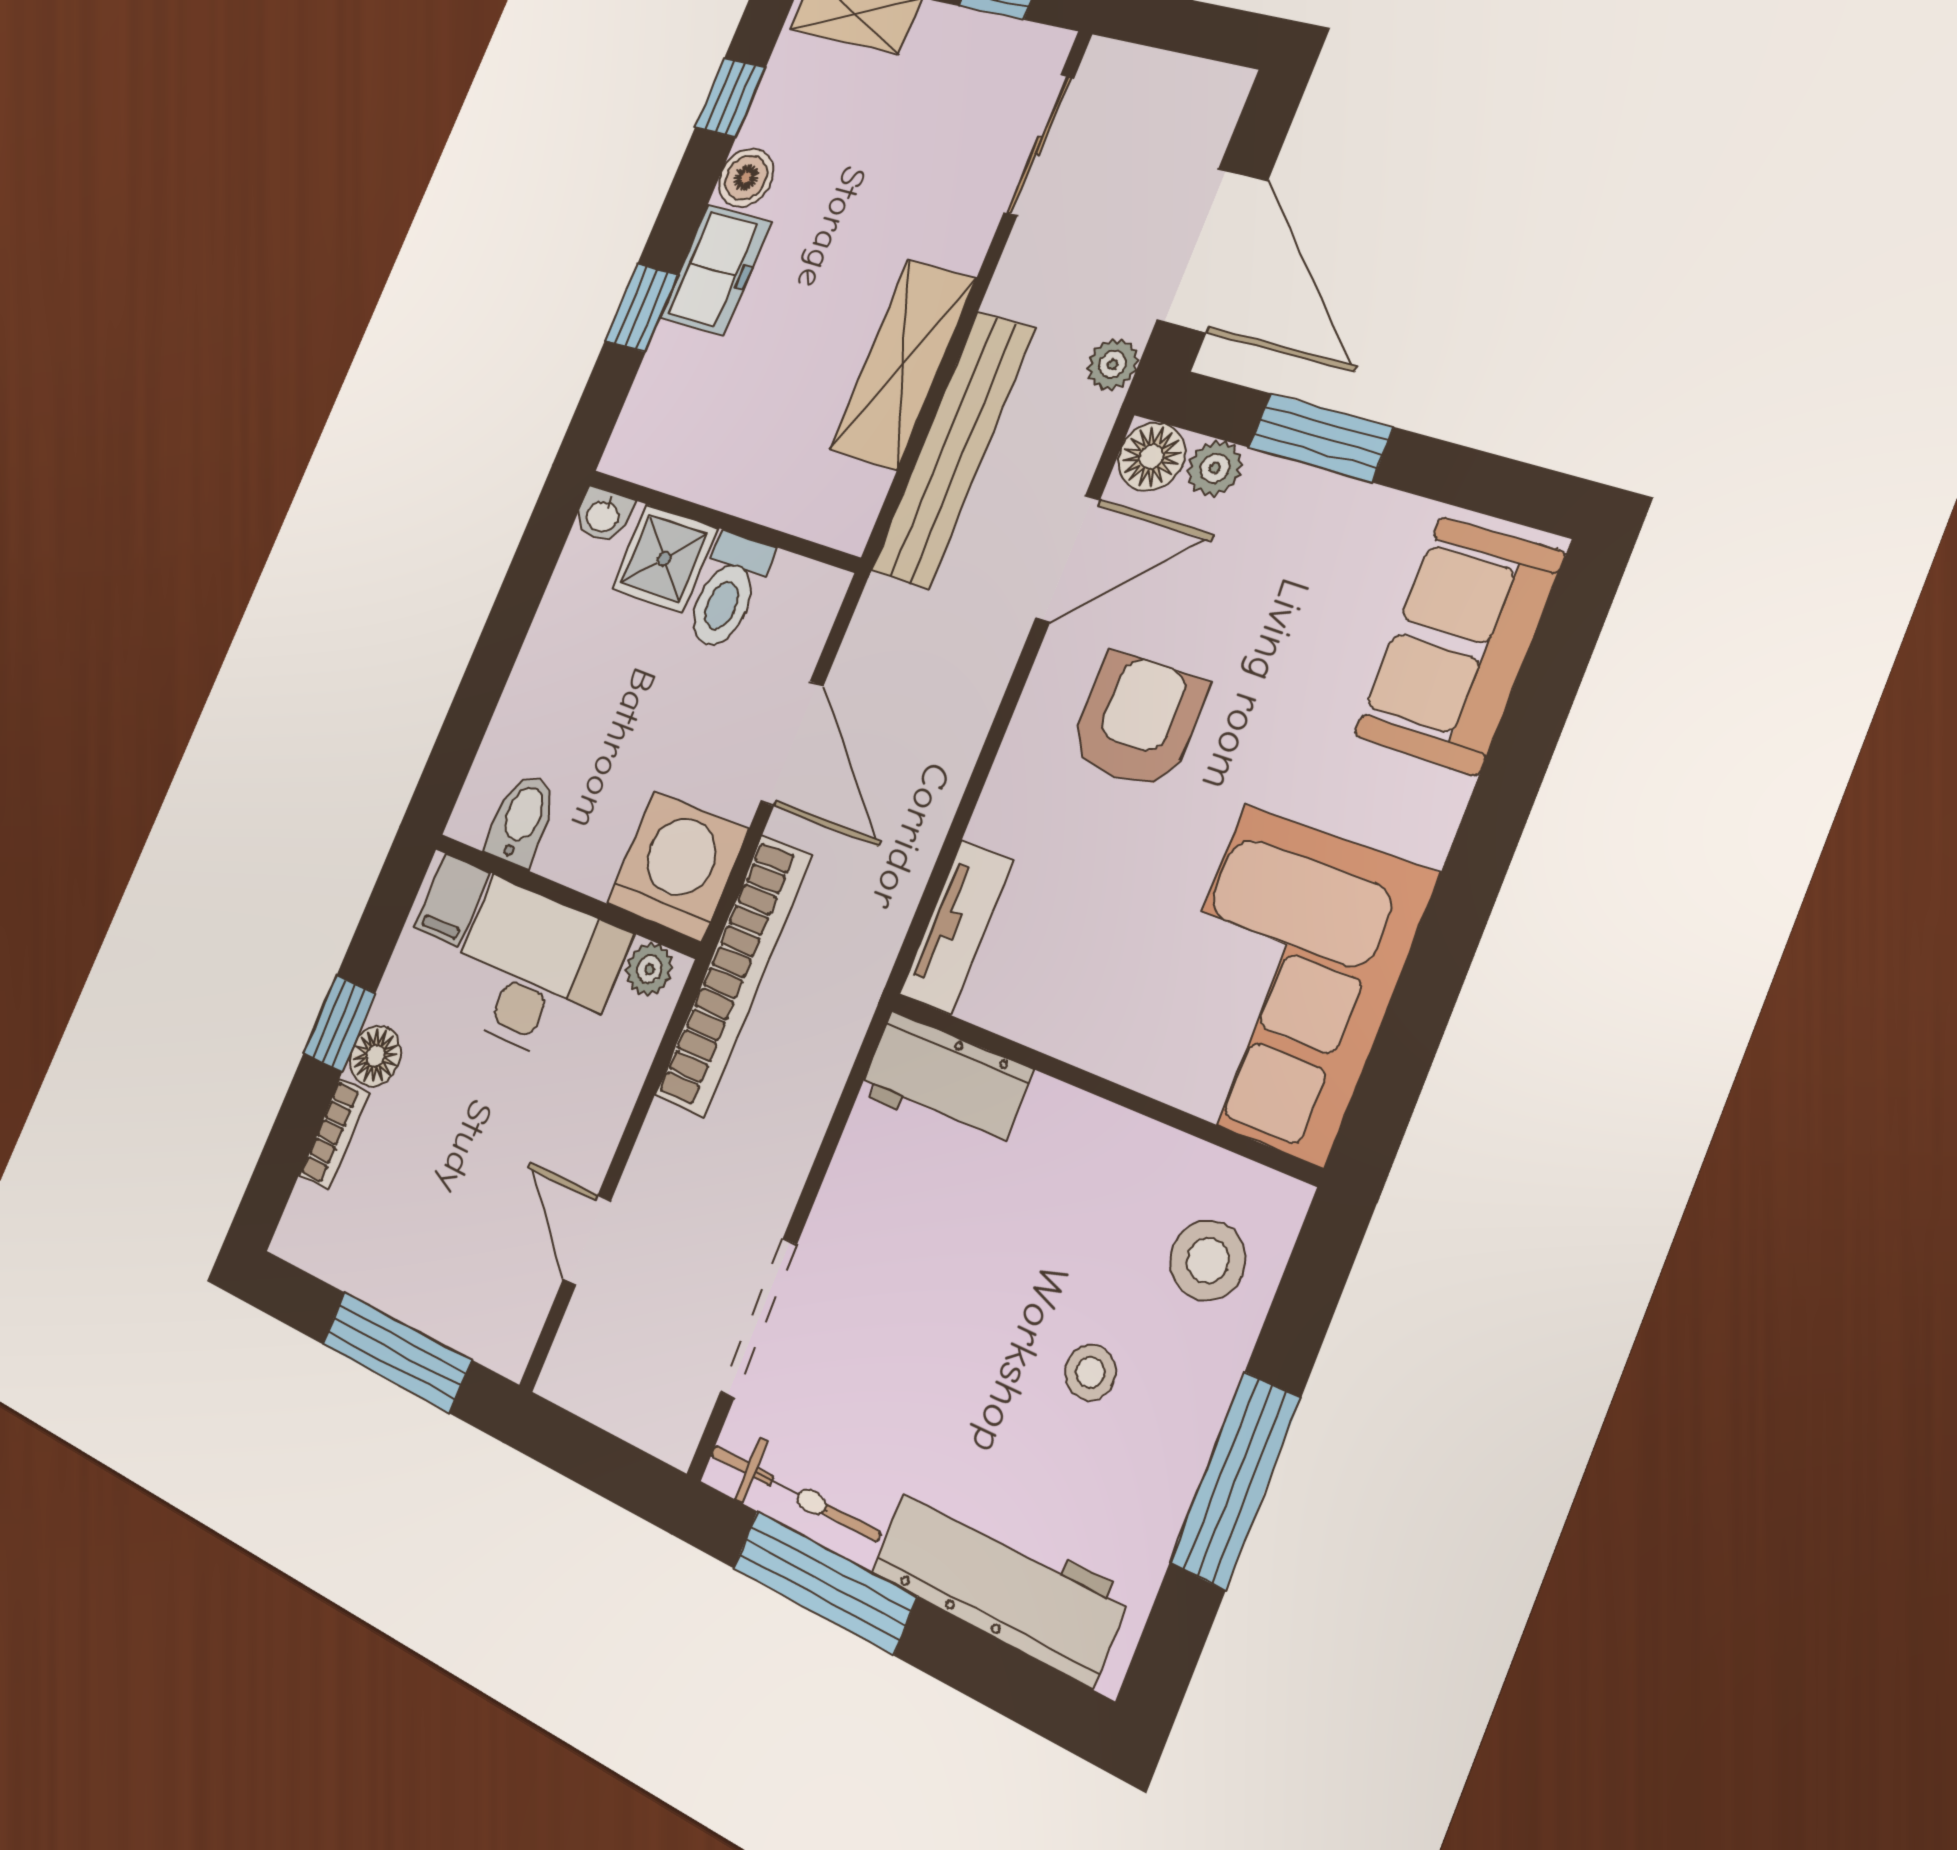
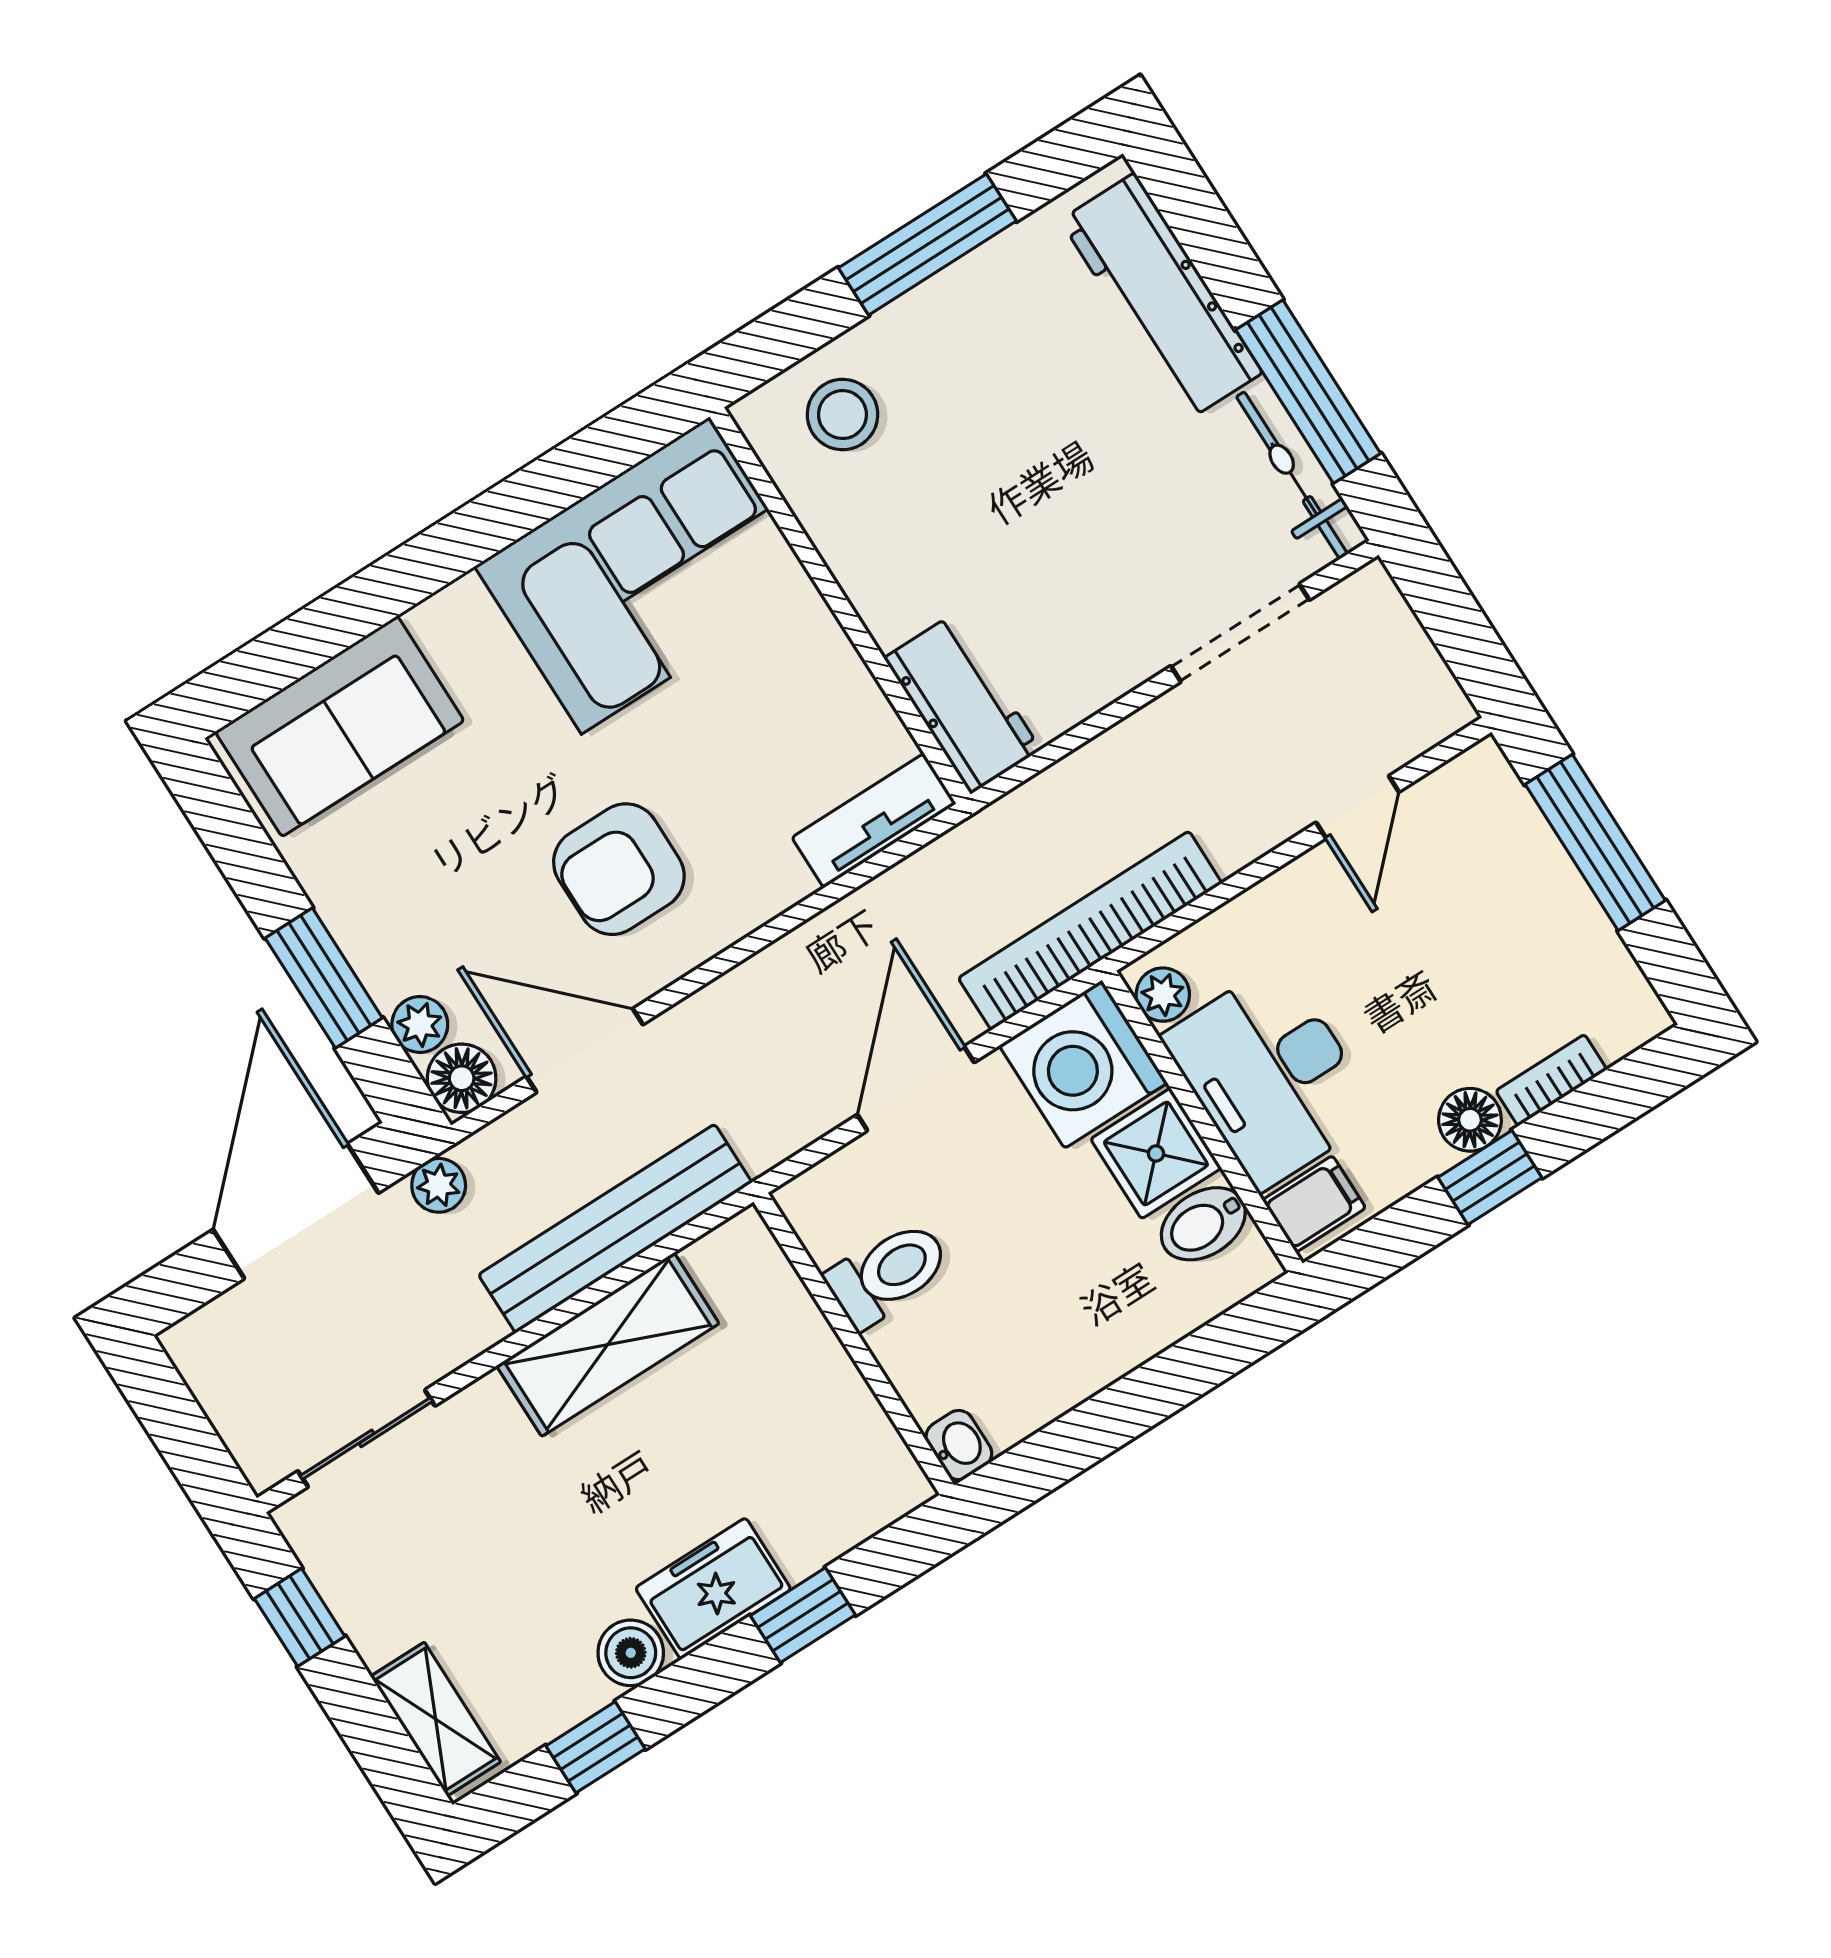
shower: (664, 559) -> (1156, 1153), moved
stool: (1090, 1372) -> (989, 398), removed

